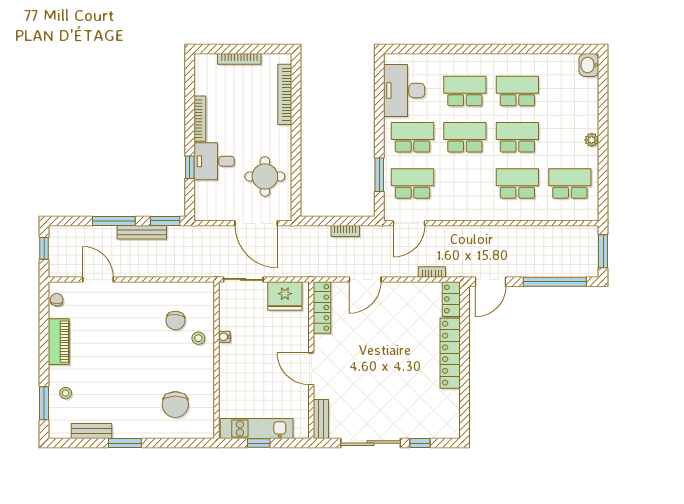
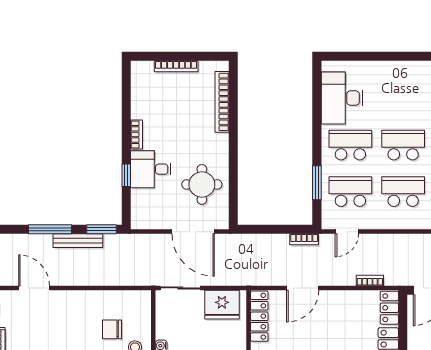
school desk: (465, 91) -> (403, 192), moved
bookcase: (200, 119) -> (137, 134), width x0.64
door: (409, 223) -> (347, 232), width x0.73
bookcase: (345, 231) -> (304, 239), moved
chair: (175, 321) -> (112, 329), turned 85

